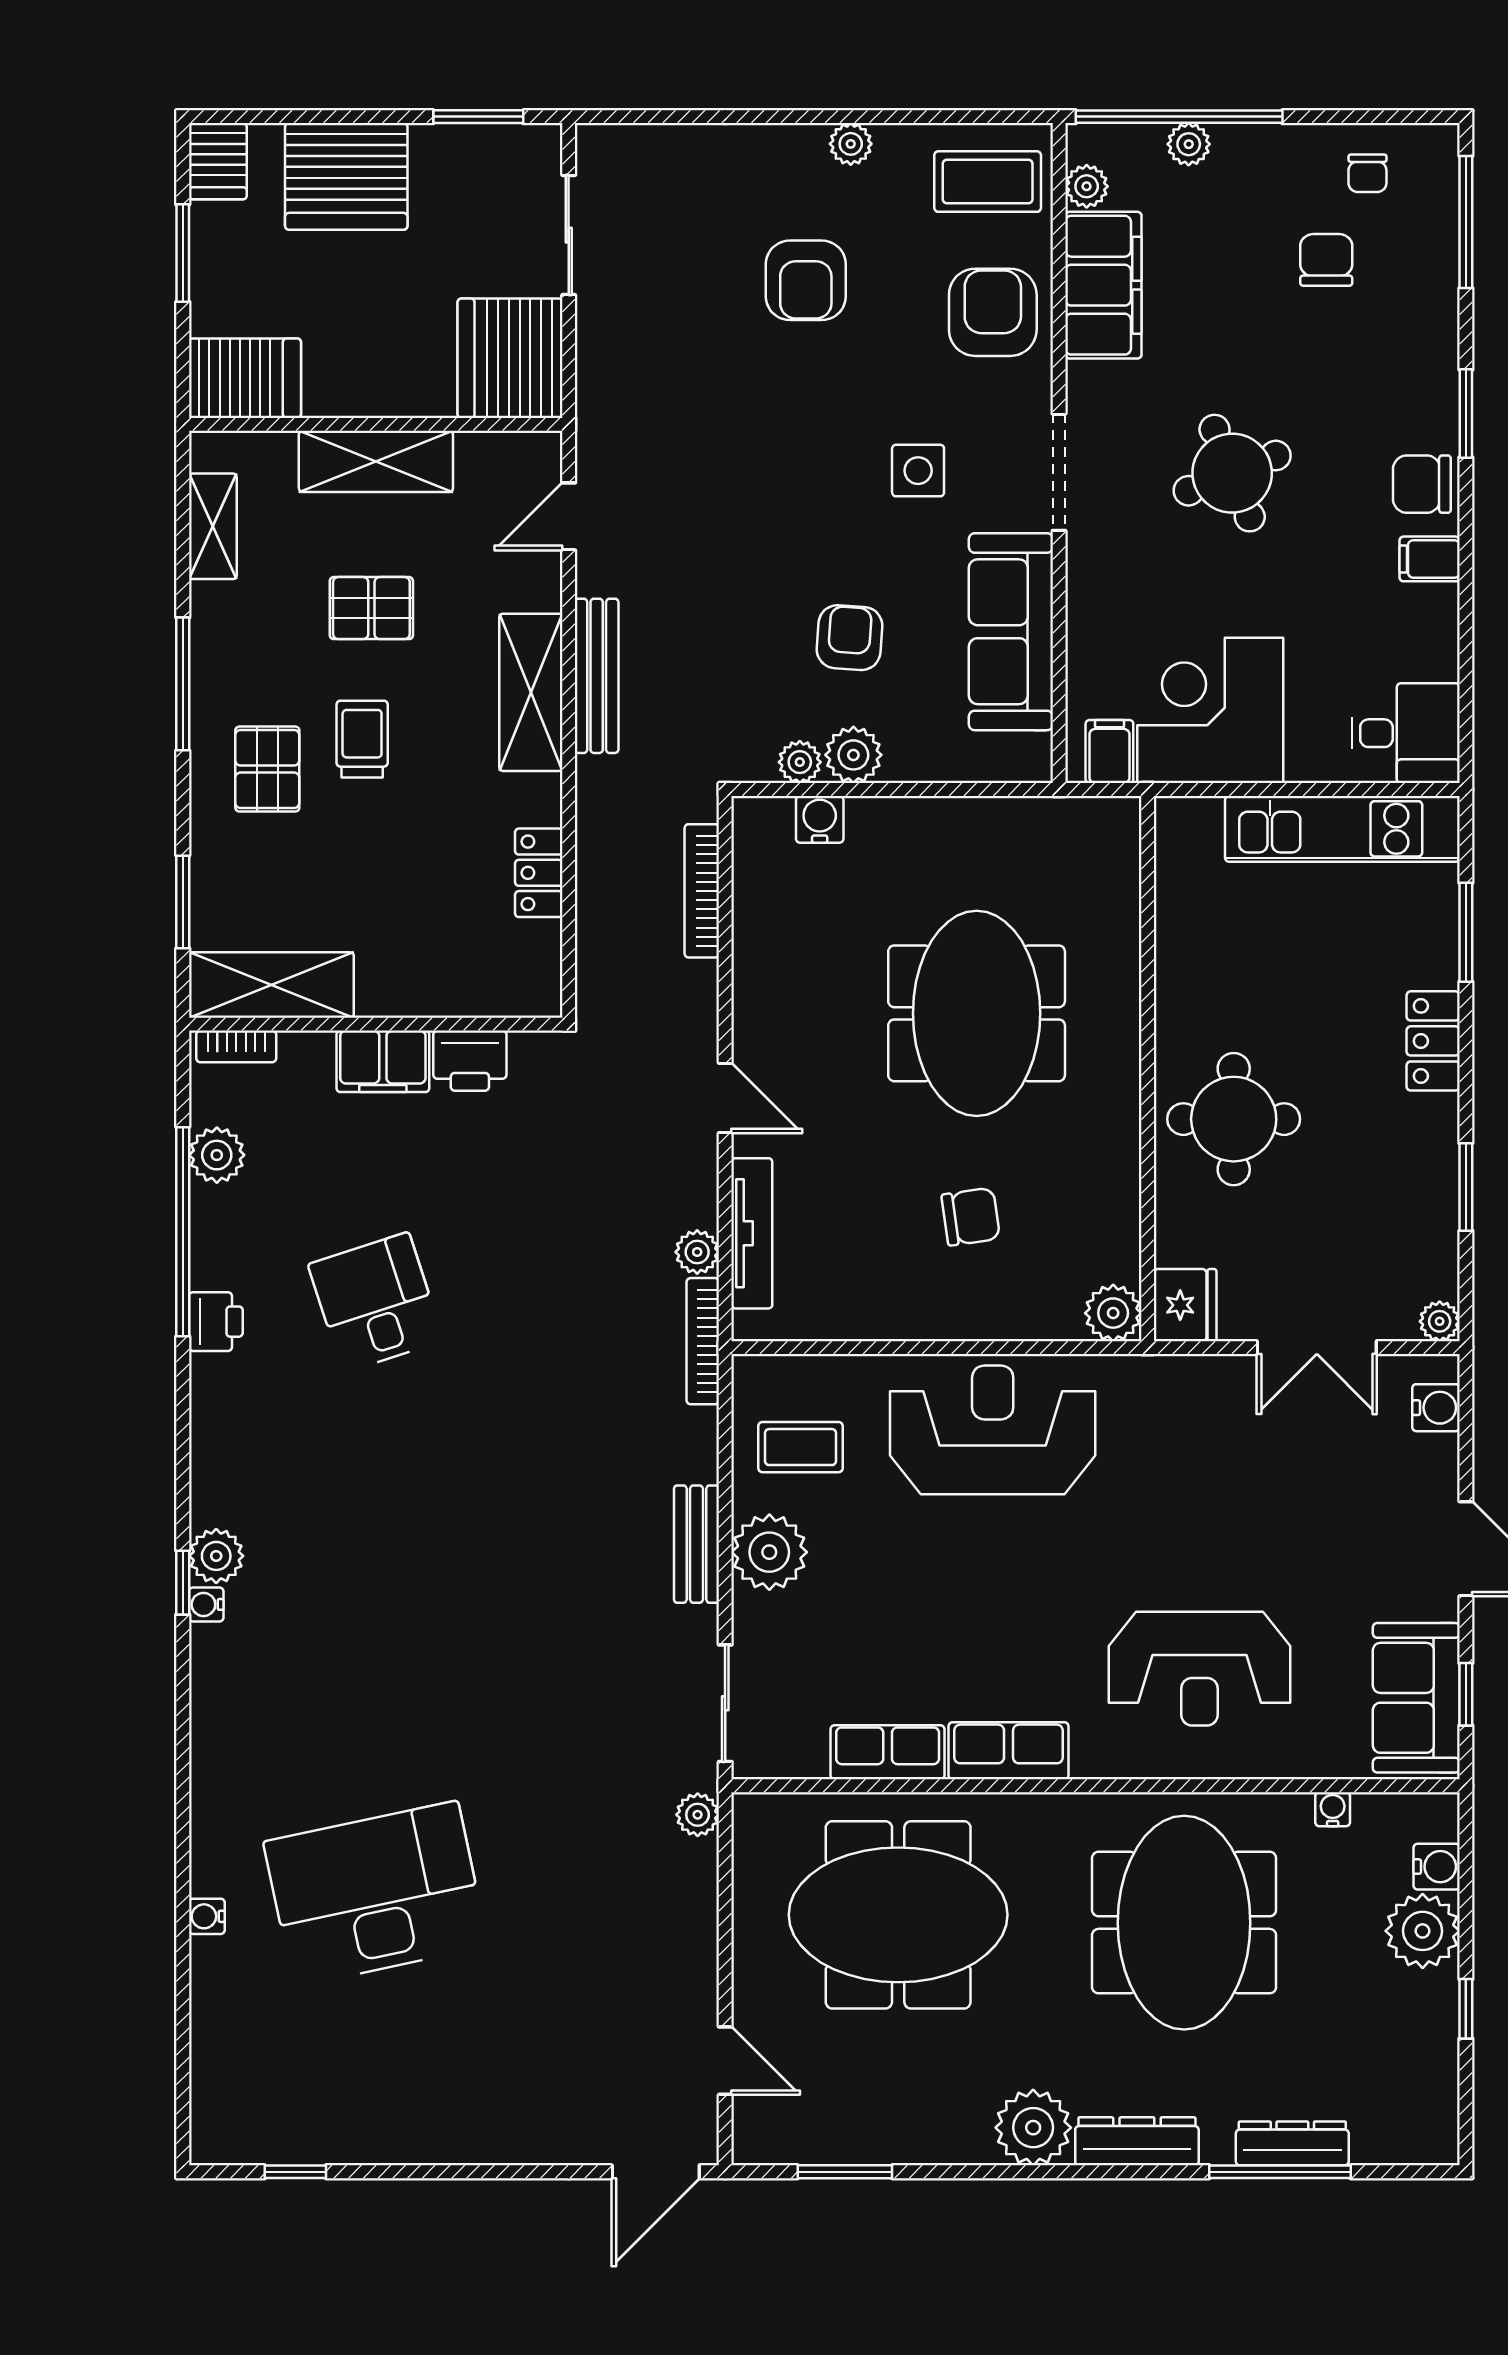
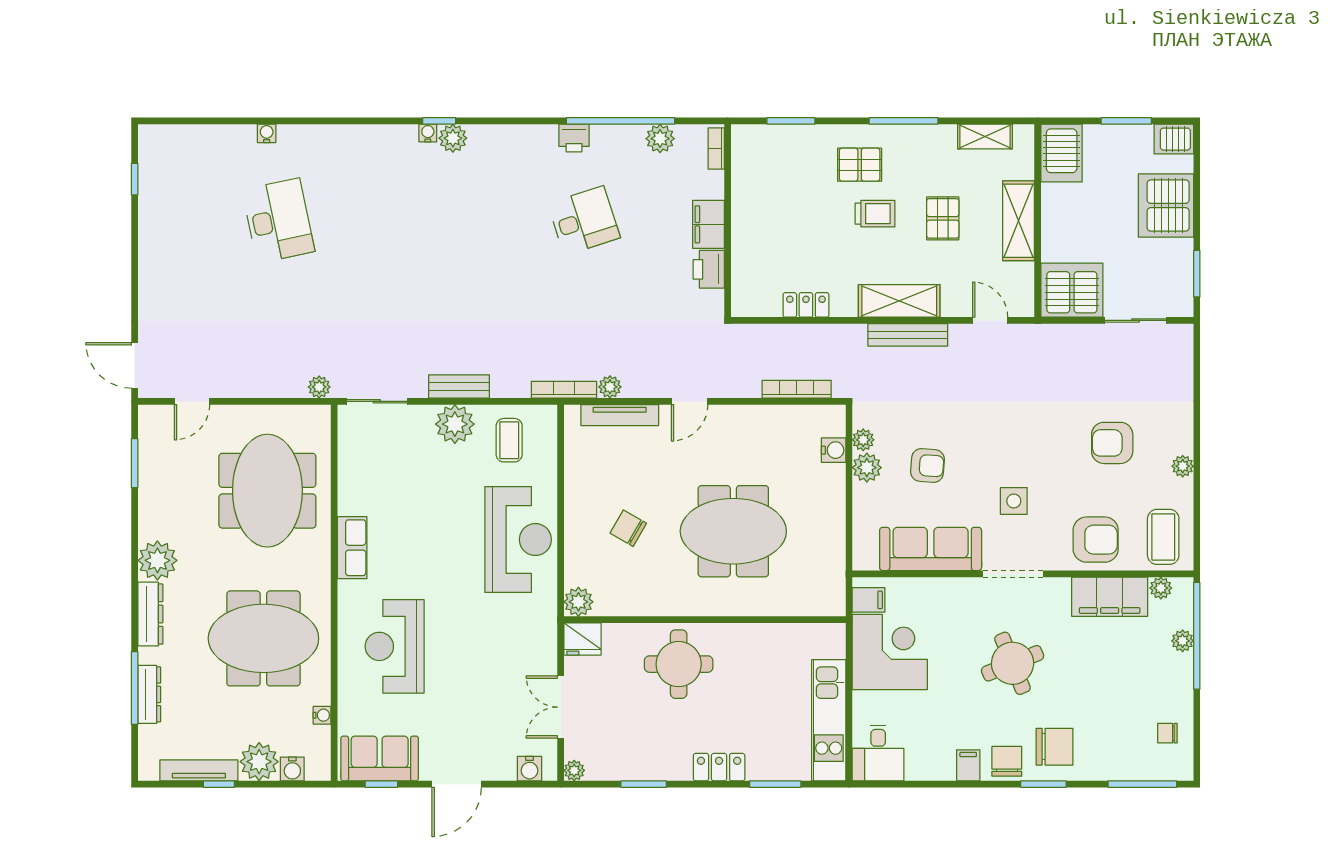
chair: (1326, 260) -> (1055, 747), moved, width x1.37, depth x1.37
shelving: (271, 985) -> (748, 167), removed
chair: (971, 1217) -> (628, 528), turned 128
row of seats: (888, 1752) -> (351, 485), removed
desk: (376, 1894) -> (278, 221), width x0.73, depth x0.77
tv unit: (1439, 2047) -> (199, 770), added

